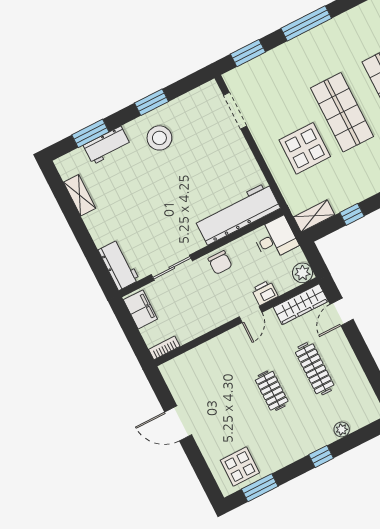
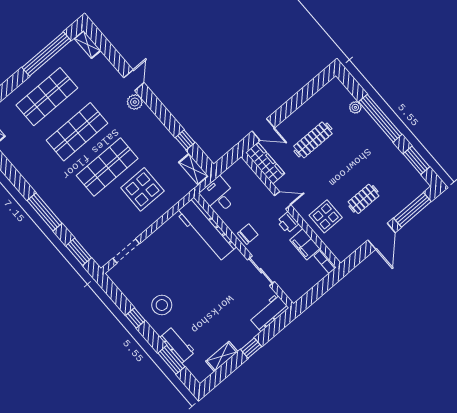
window: (151, 102) -> (135, 318), width x0.67
window: (81, 233) -> (251, 348), added
plant: (302, 273) -> (240, 168), removed
printer: (265, 293) -> (288, 223), moved
filing cabinet: (140, 309) -> (305, 244), moved, turned -90
clothes rail: (272, 391) -> (363, 199), moved
window: (321, 456) -> (380, 118), width x3.17
display table: (240, 466) -> (326, 216), moved
window: (201, 469) -> (412, 210), added

